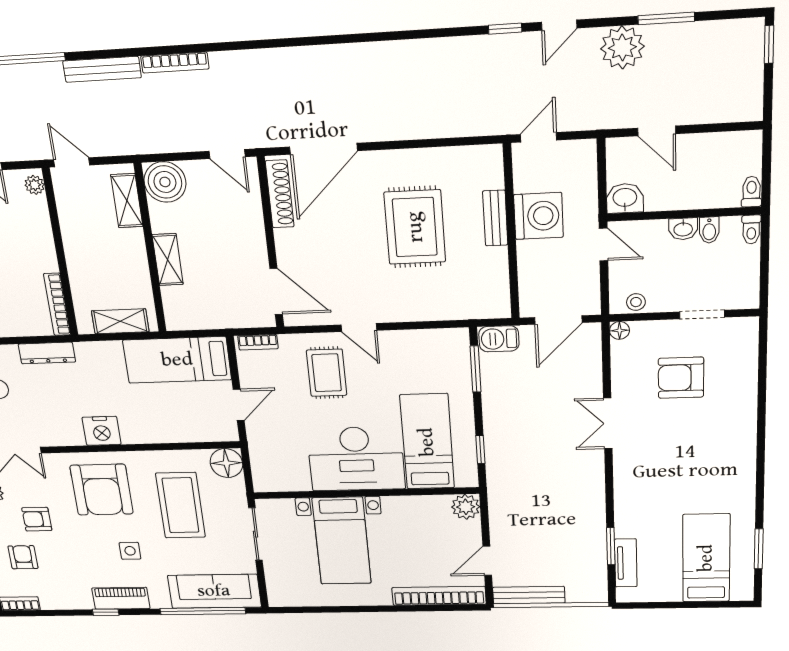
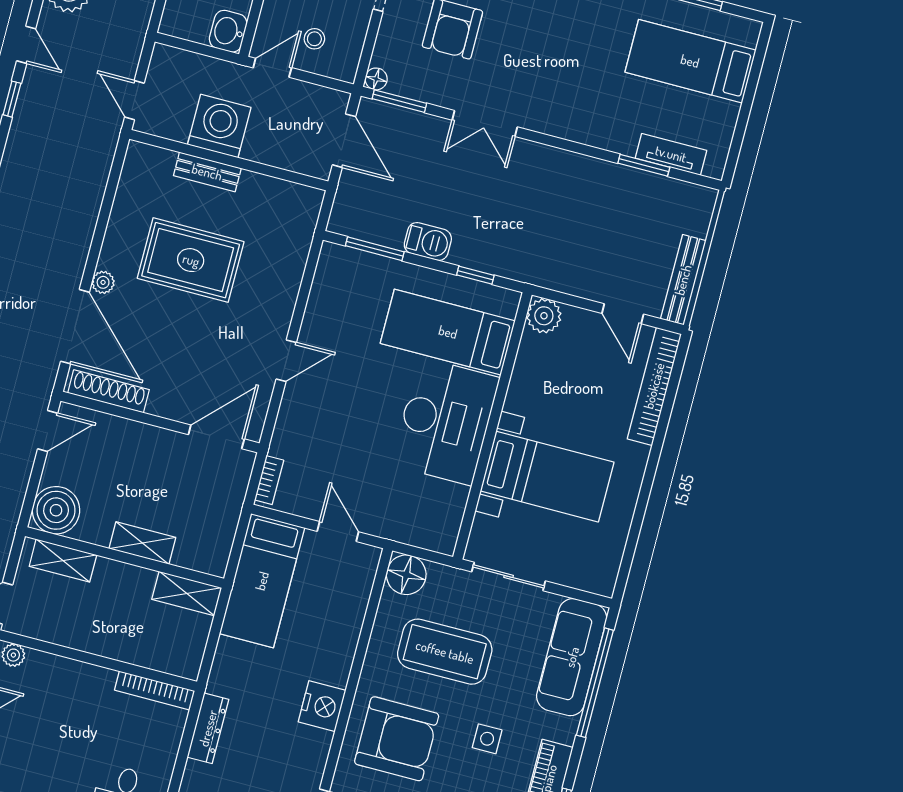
plant: (370, 161) -> (103, 282), added
stool: (636, 302) -> (314, 39), moved
shelving: (120, 321) -> (187, 594), moved, turned 90
barbecue: (499, 339) -> (428, 242), moved, turned -90
window: (606, 354) -> (399, 101), added
rug: (327, 373) -> (329, 416), removed

